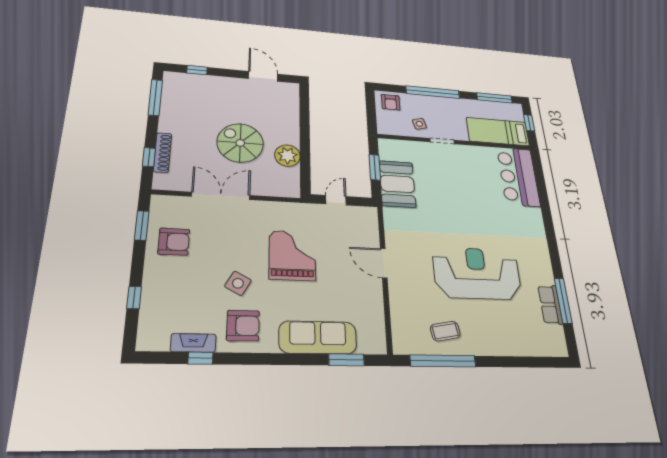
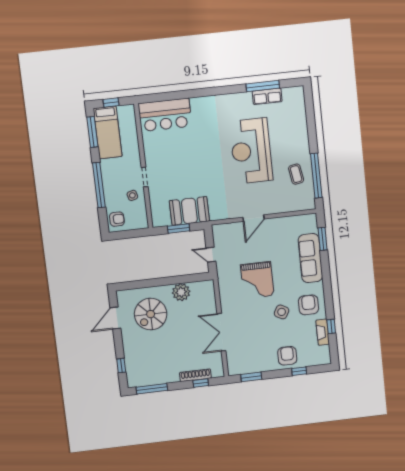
bed: (498, 132) -> (108, 132), moved
spiral stairs: (240, 143) -> (151, 314), moved
armchair: (174, 242) -> (287, 356), moved
grand piano: (292, 255) -> (257, 280), turned -90

